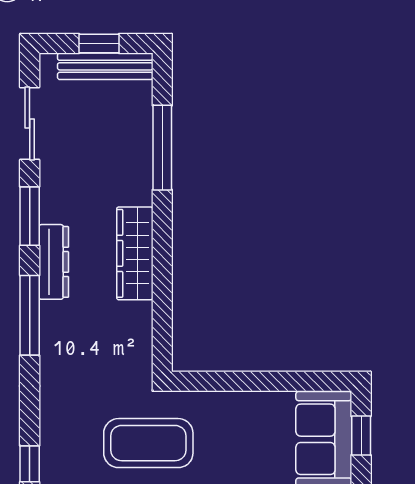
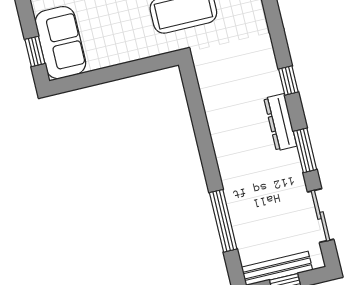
wardrobe: (135, 253) -> (225, 142), removed
window: (30, 315) -> (288, 81), width x0.46

